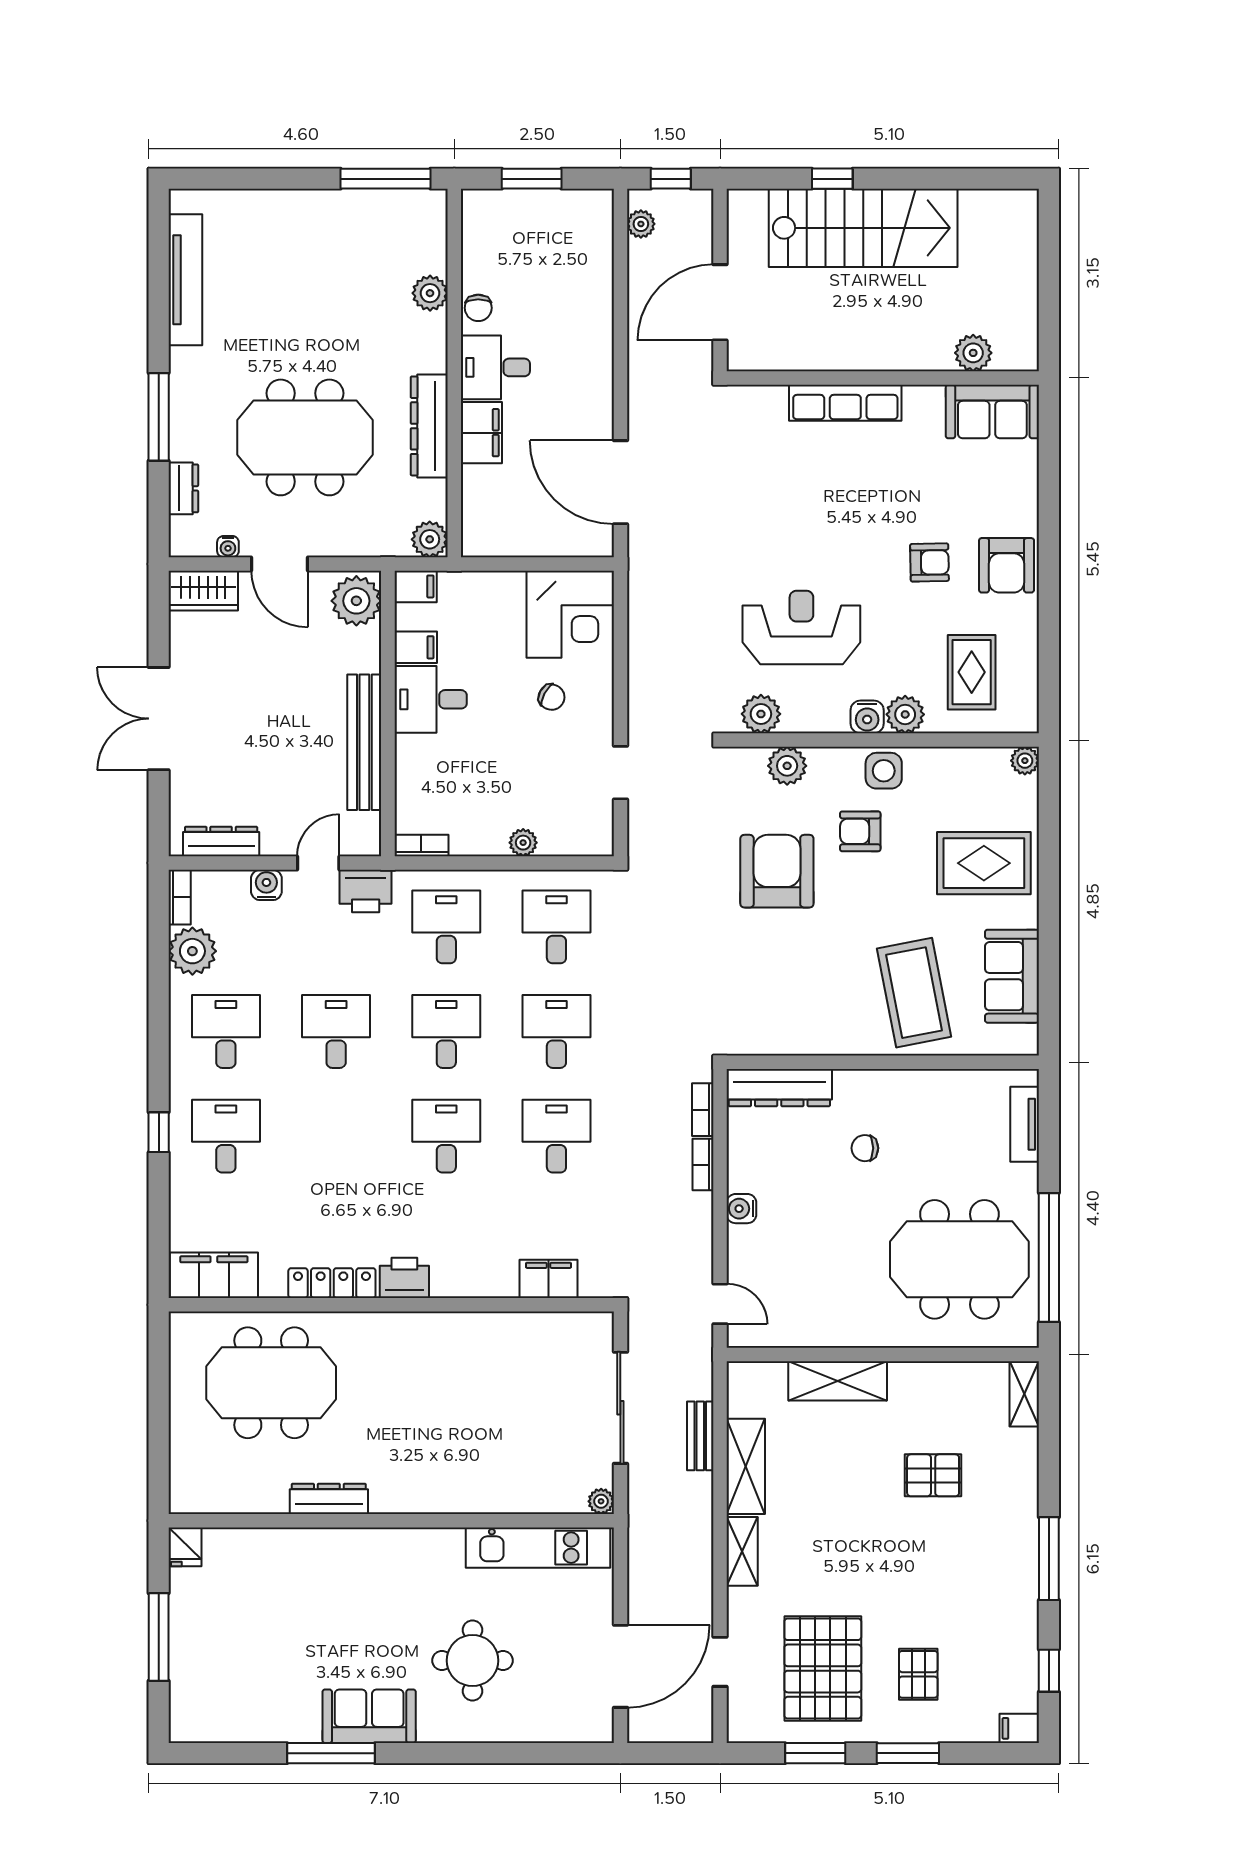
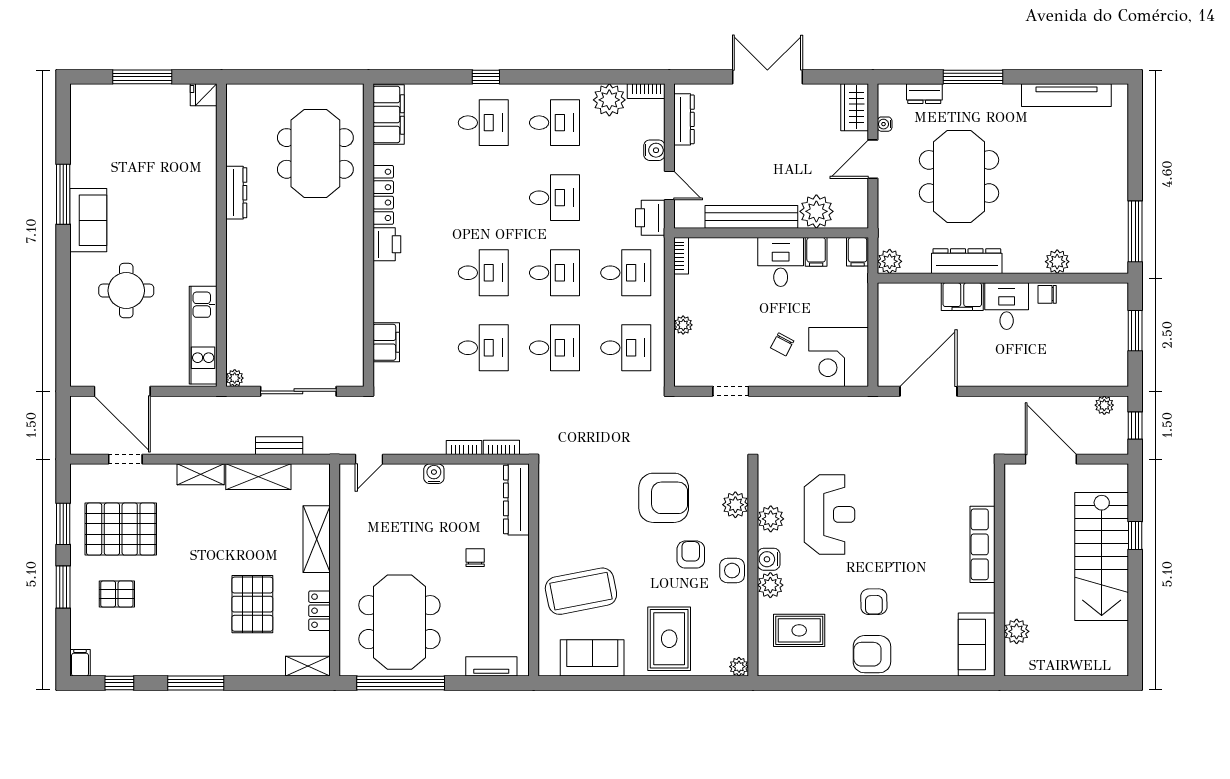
plant: (356, 601) -> (816, 211), moved
plant: (761, 714) -> (771, 519), moved
locker: (943, 1377) -> (319, 611), added
pallet: (933, 1475) -> (252, 604), width x1.50, depth x1.42

